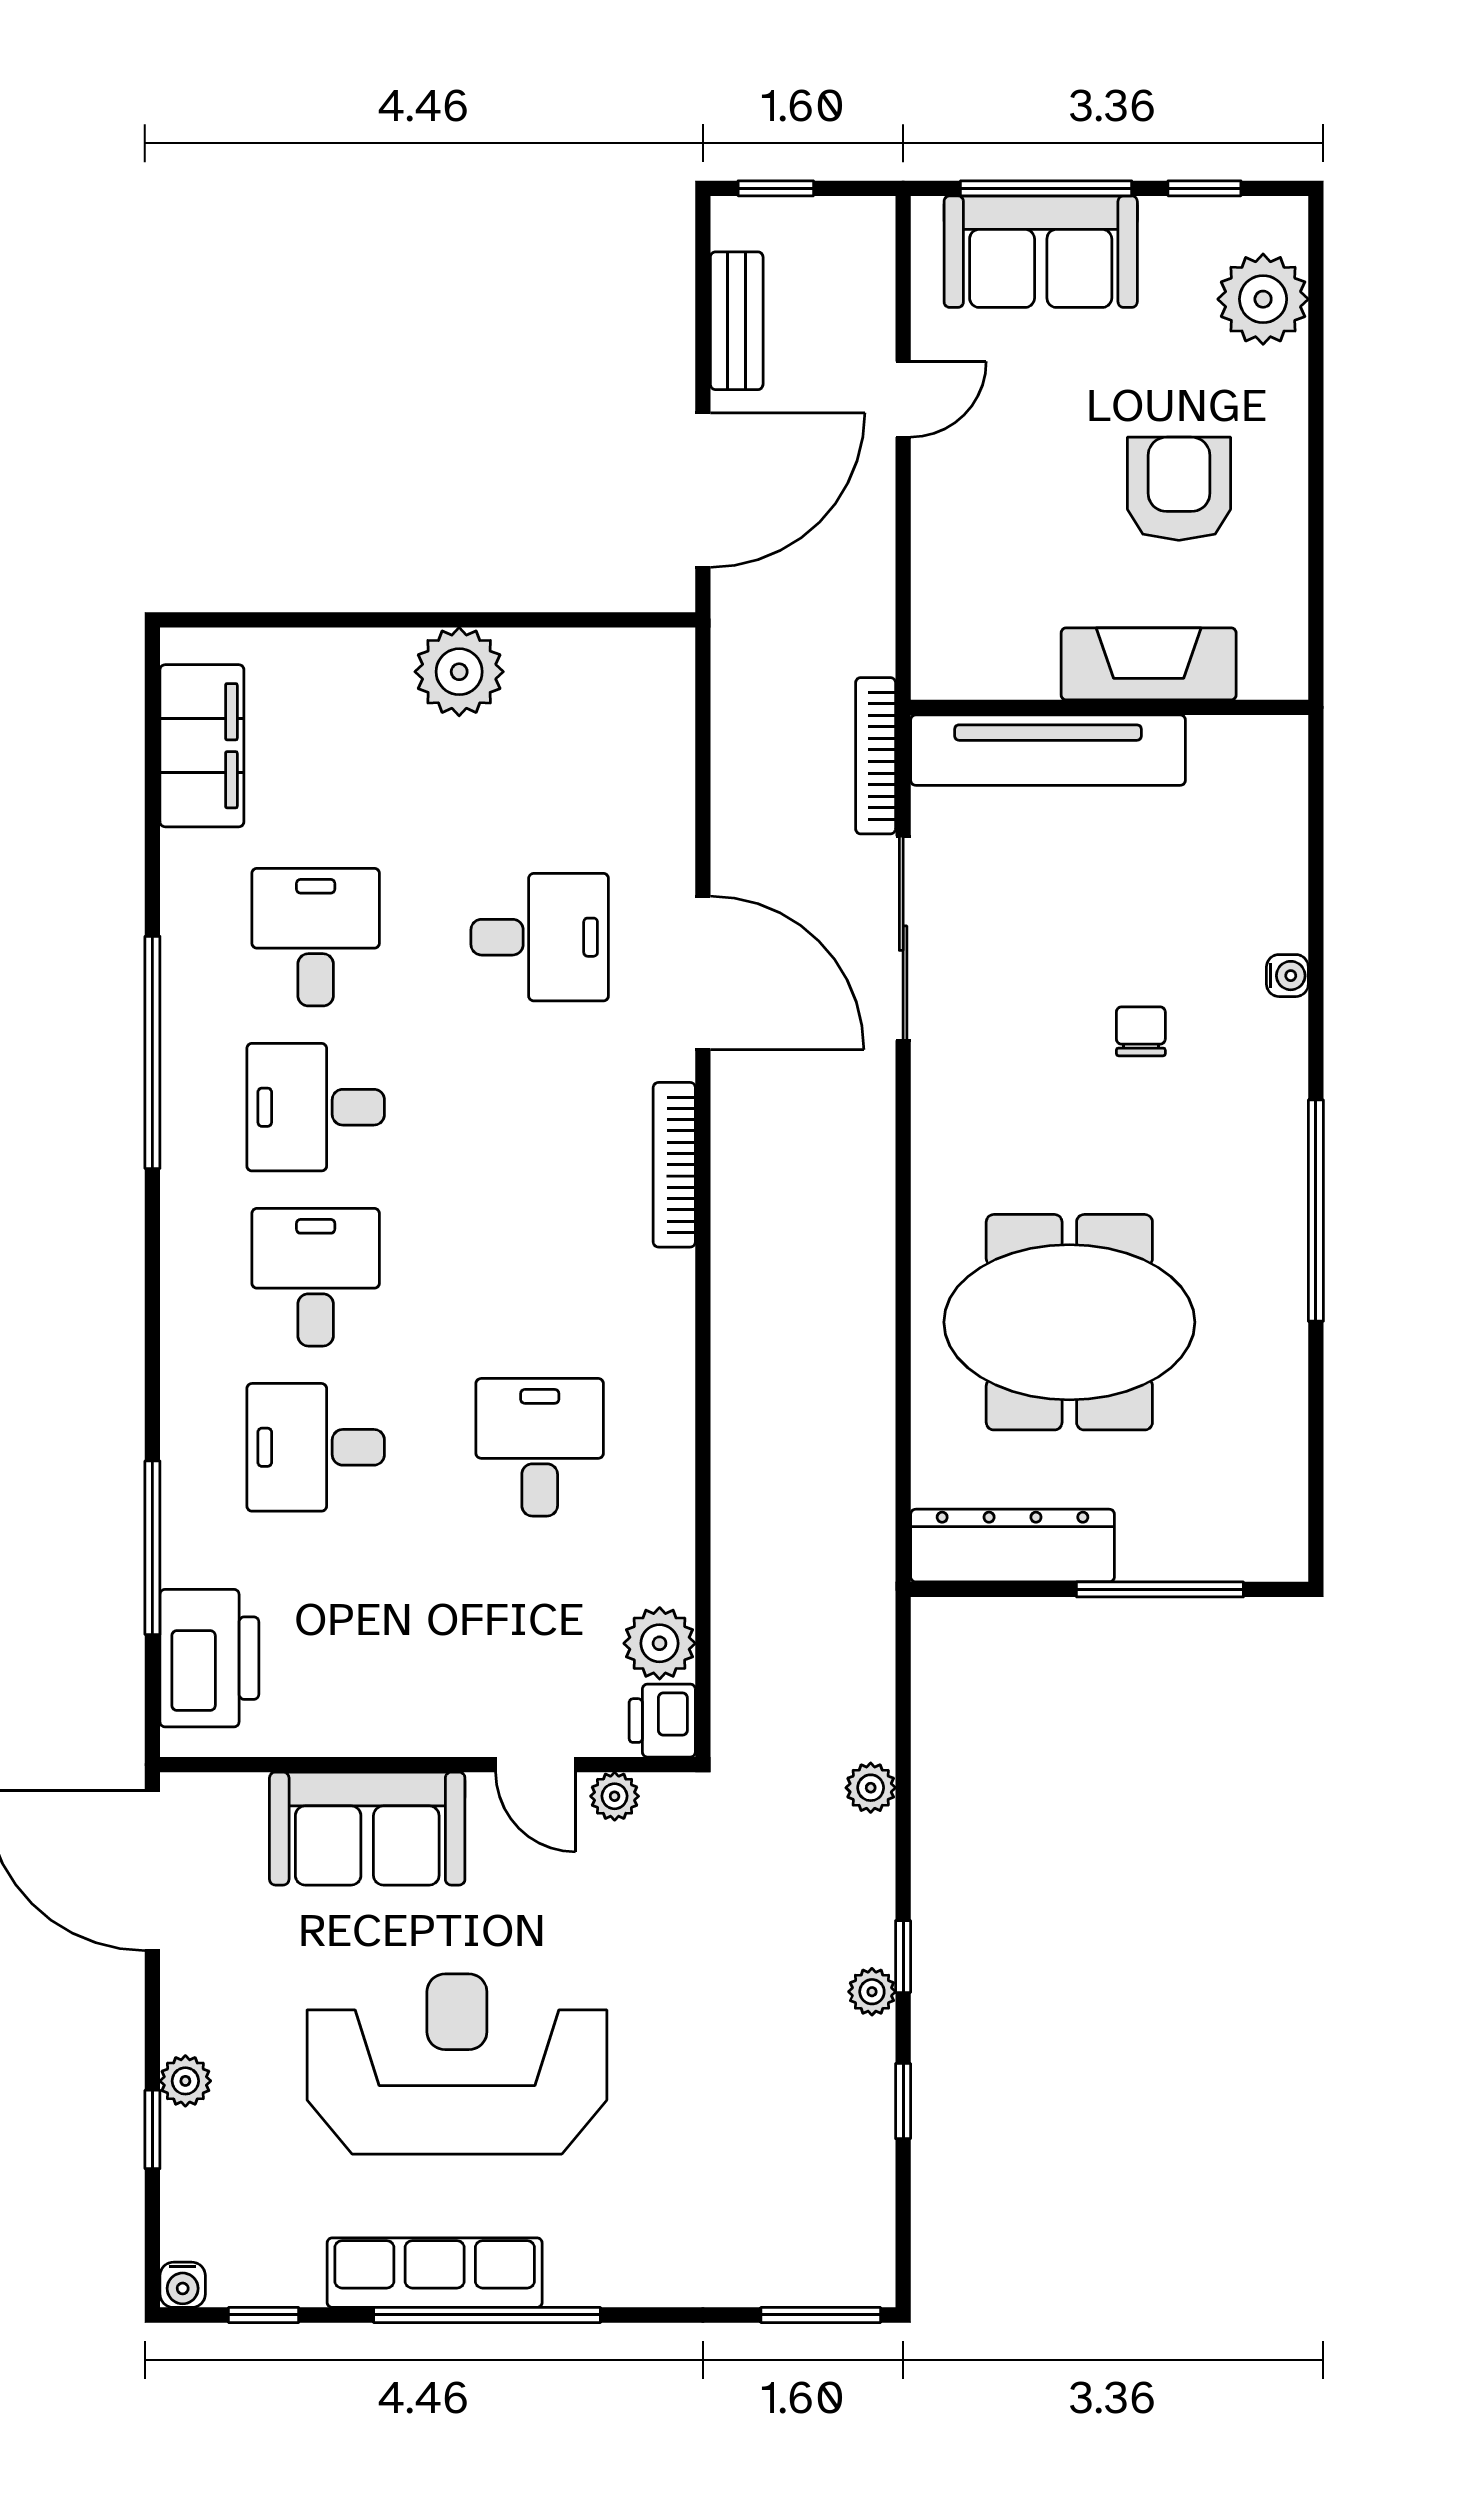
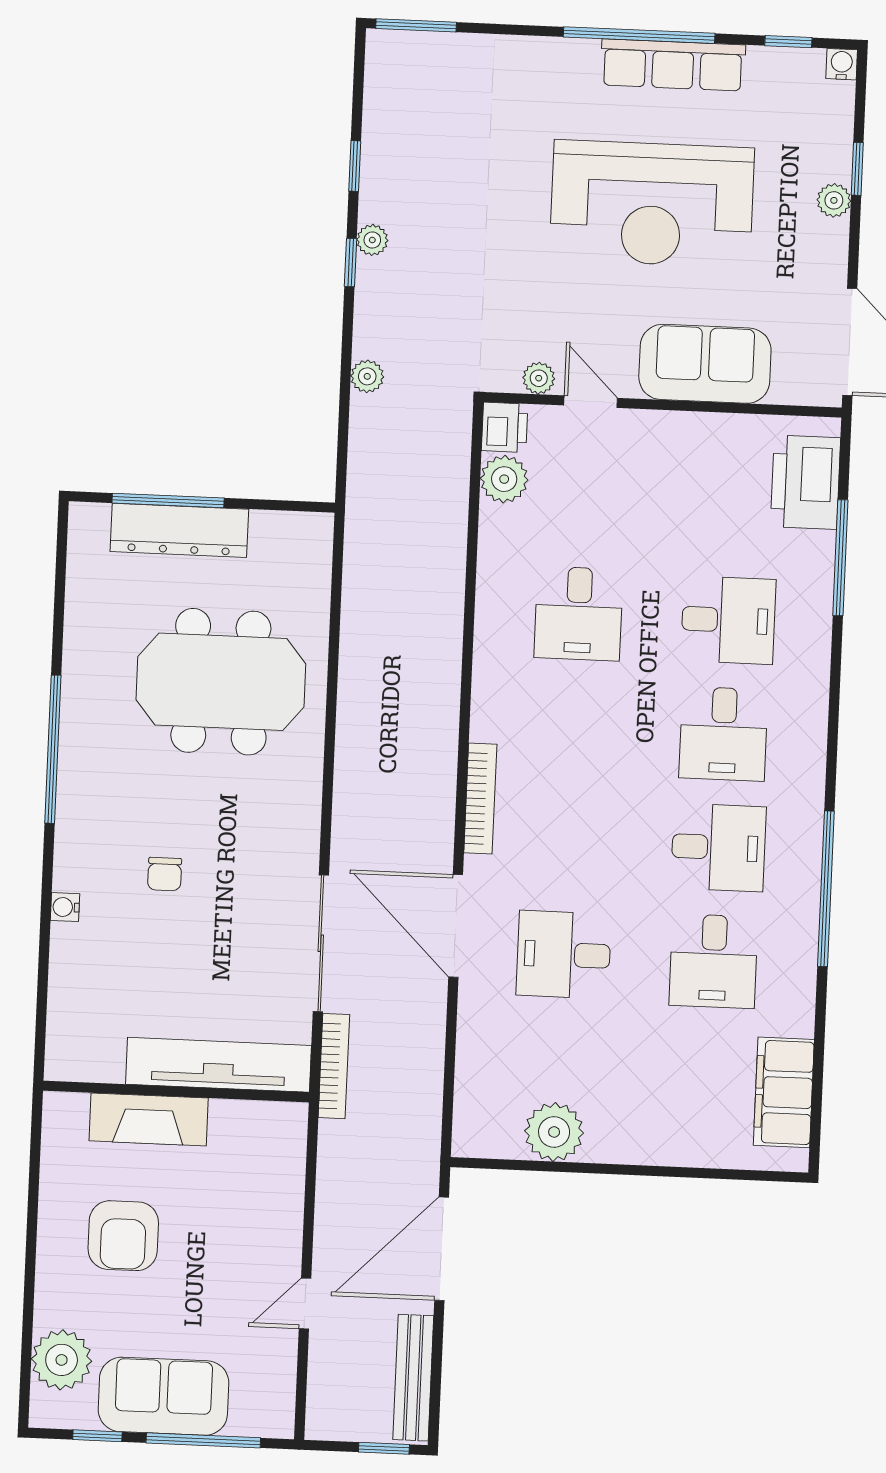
sofa: (1041, 252) -> (163, 1396), moved
bench: (737, 321) -> (413, 1378), width x1.36
plant: (459, 672) -> (554, 1132), moved
dresser: (1012, 1546) -> (179, 530), moved

